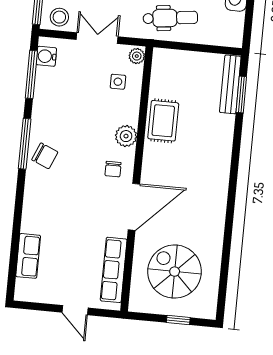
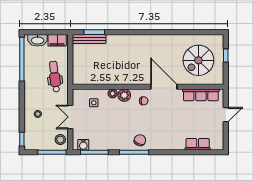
filing cabinet: (233, 28) -> (57, 40), added
plant: (137, 56) -> (113, 94), moved
rug: (163, 121) -> (114, 75), removed

